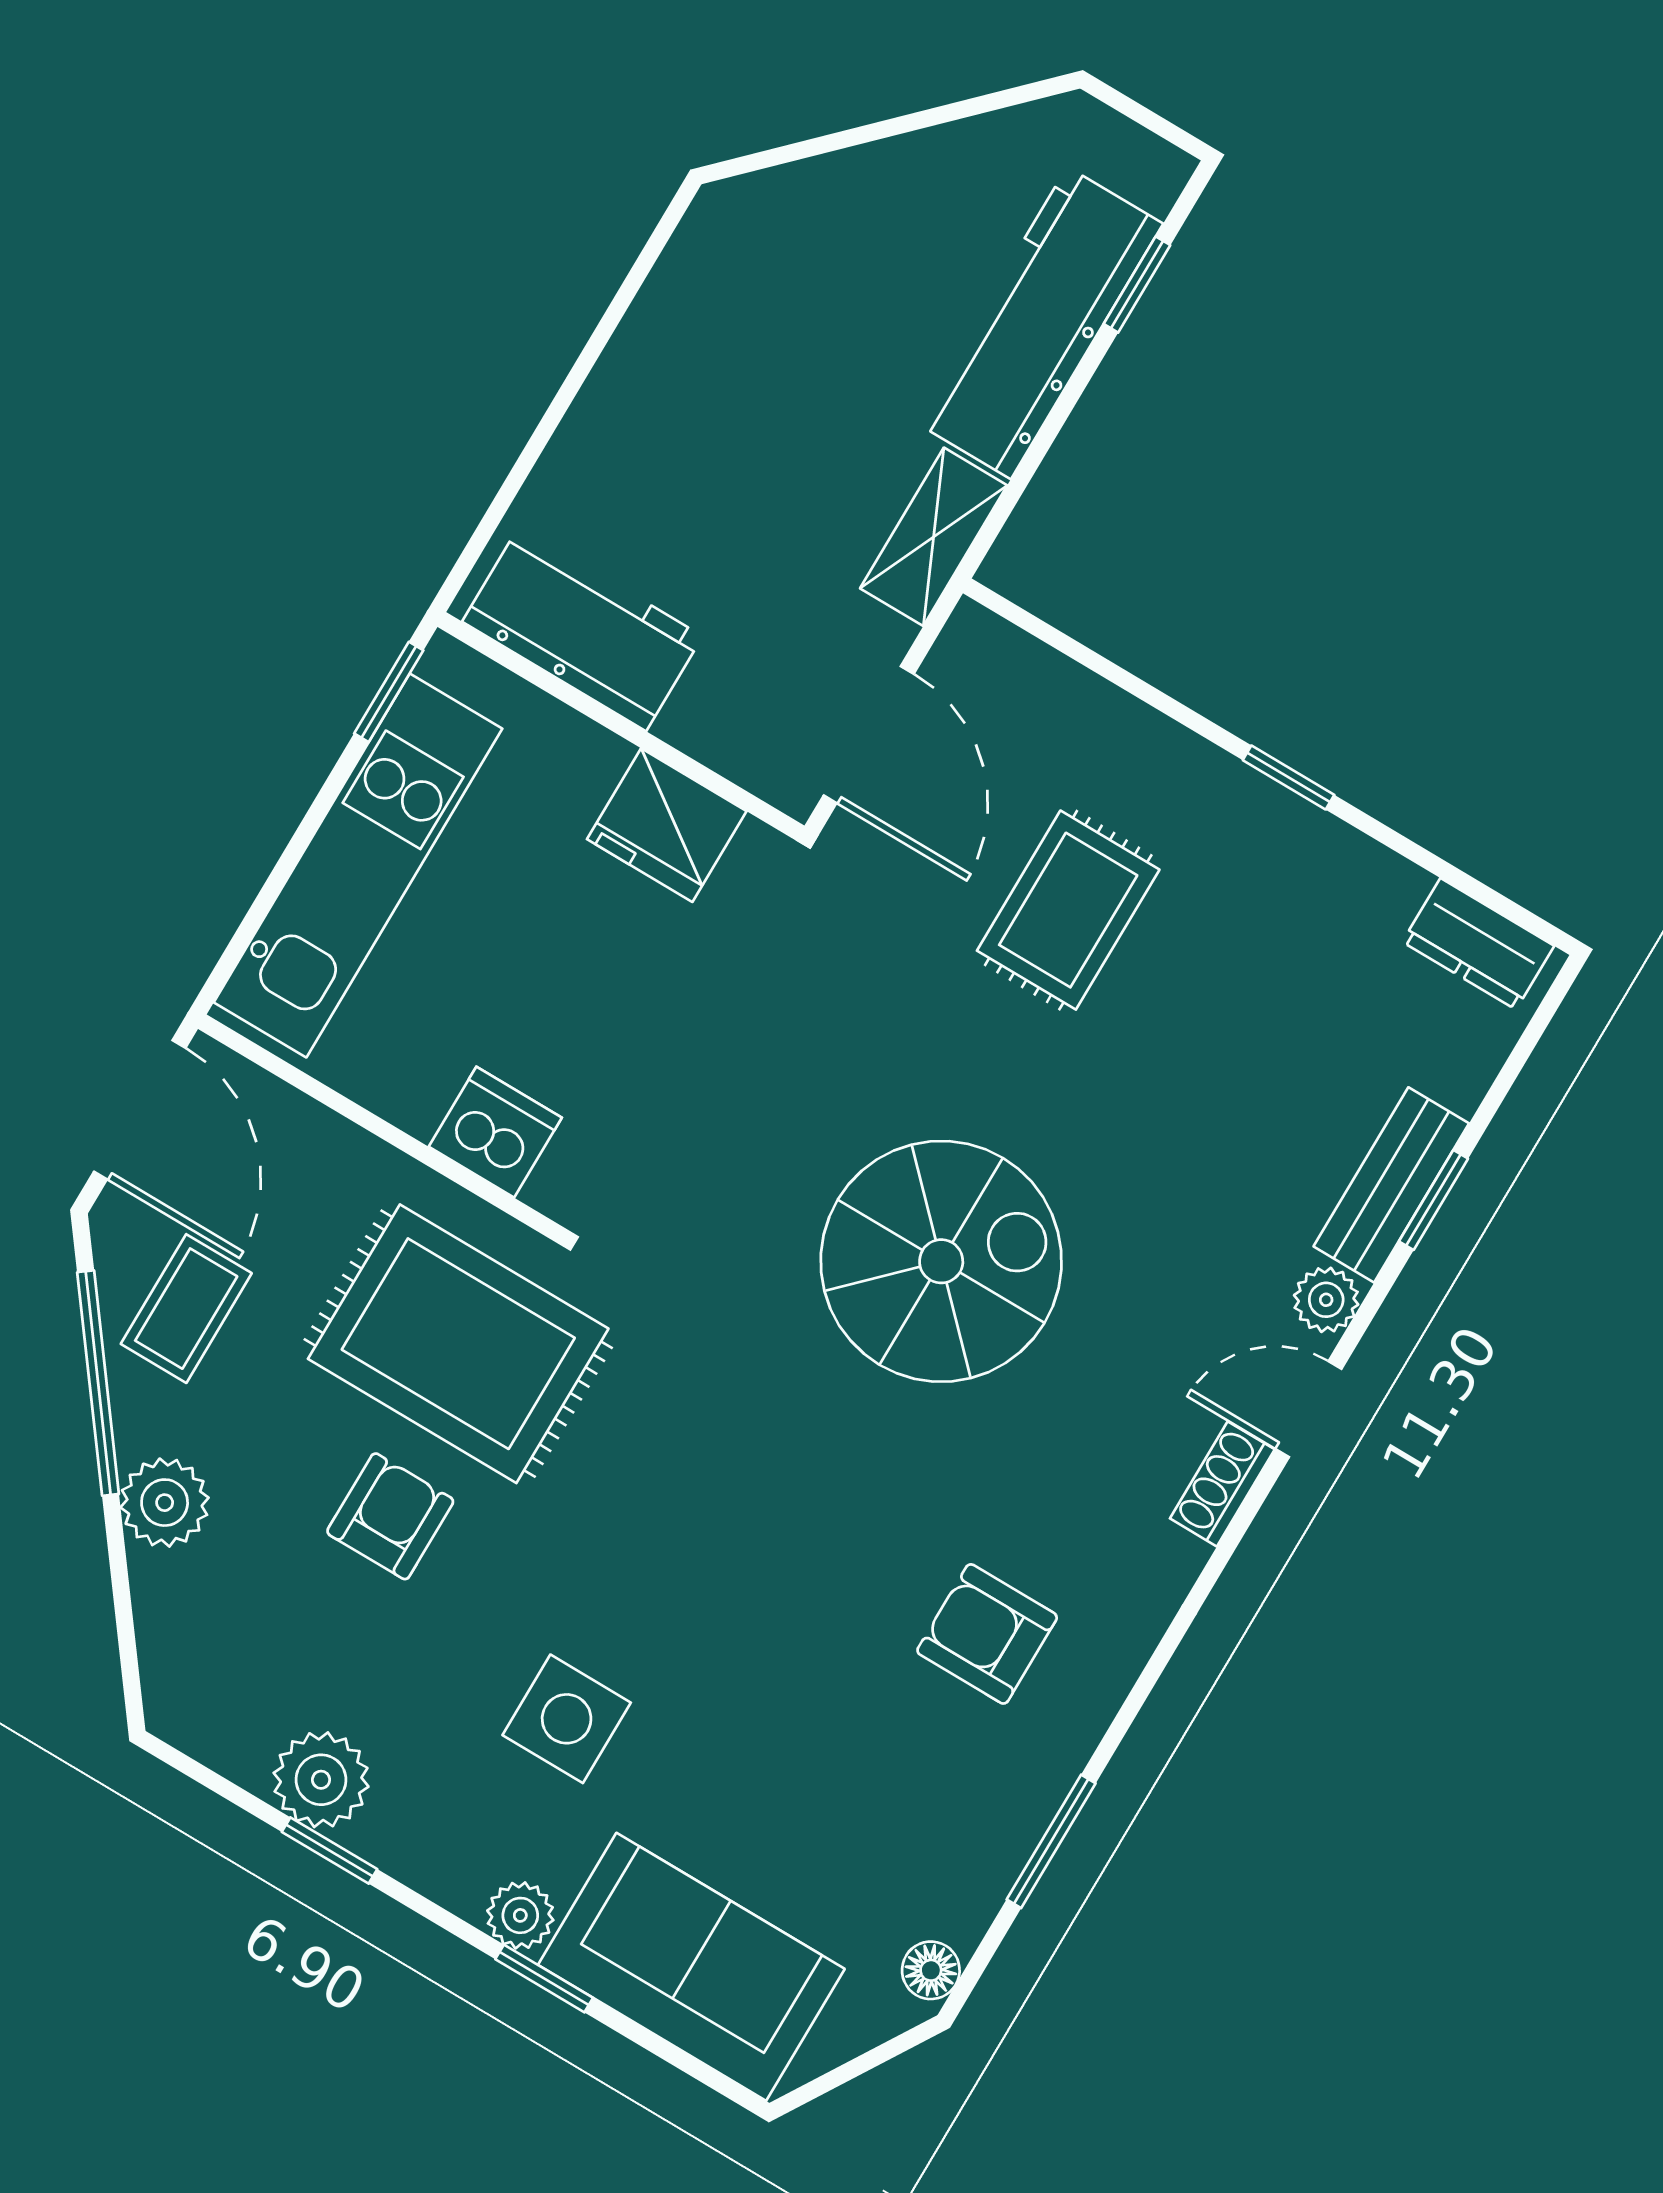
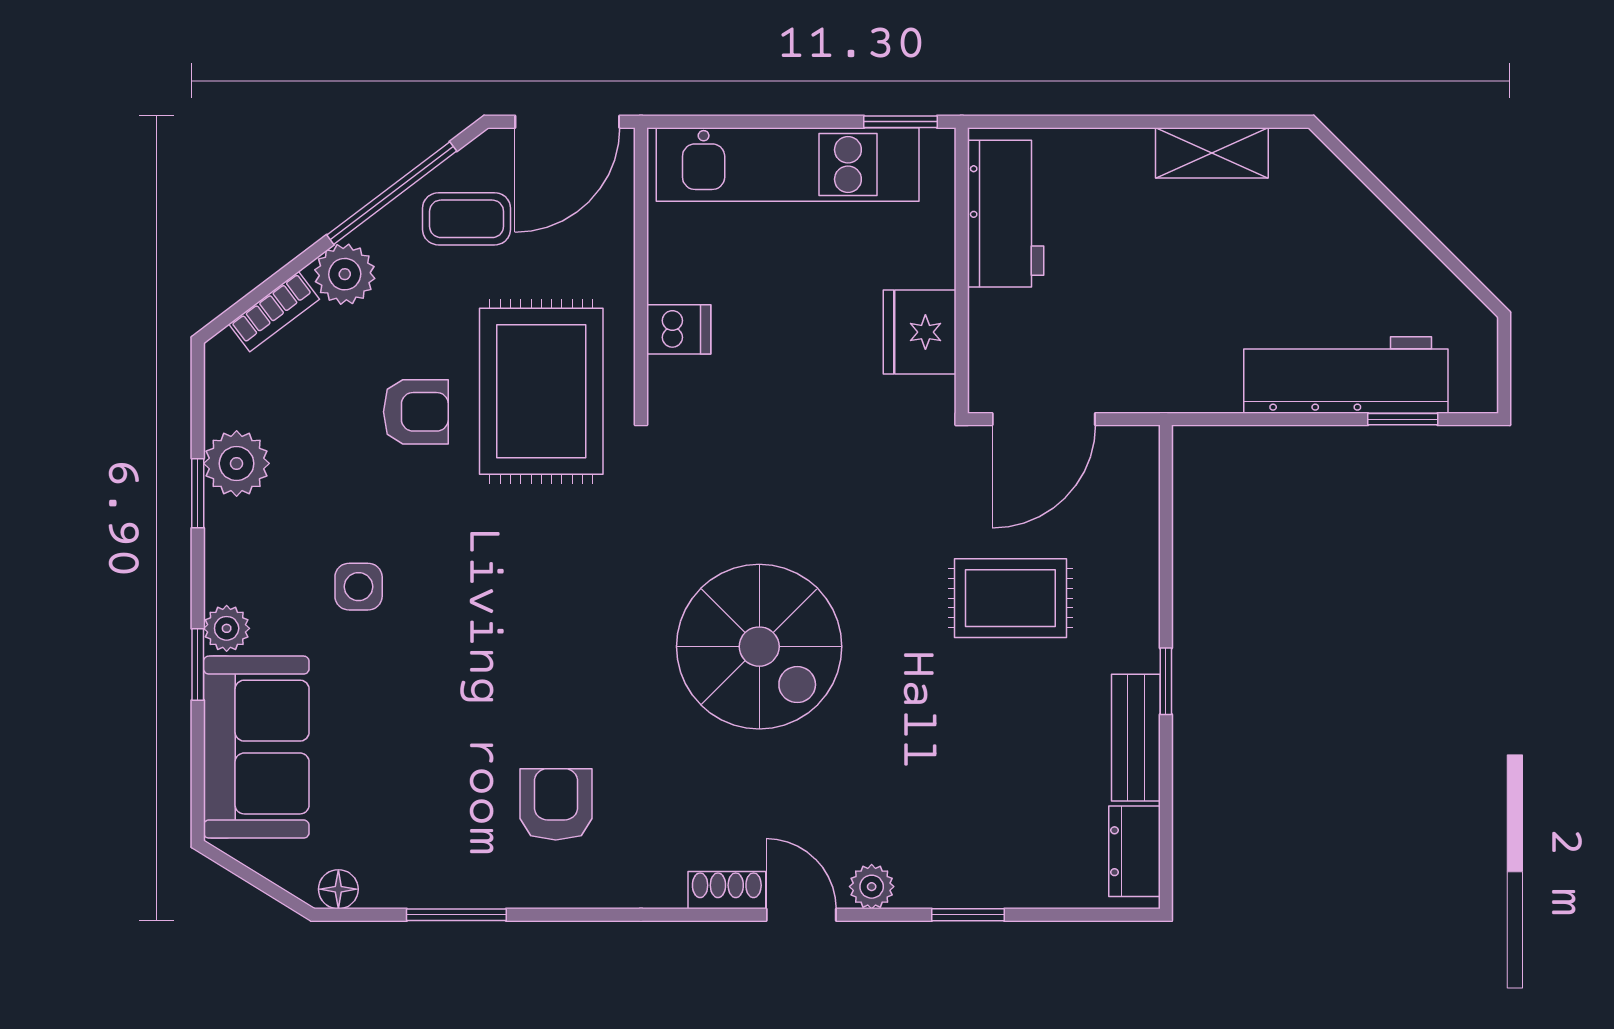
shelving: (934, 537) -> (1212, 153), moved
dishwasher: (495, 1132) -> (679, 329), width x0.73
bench: (1391, 1185) -> (1136, 738), moved, turned 90
bookcase: (159, 1619) -> (274, 312), added
side table: (567, 1719) -> (359, 587), width x0.73, depth x0.73

